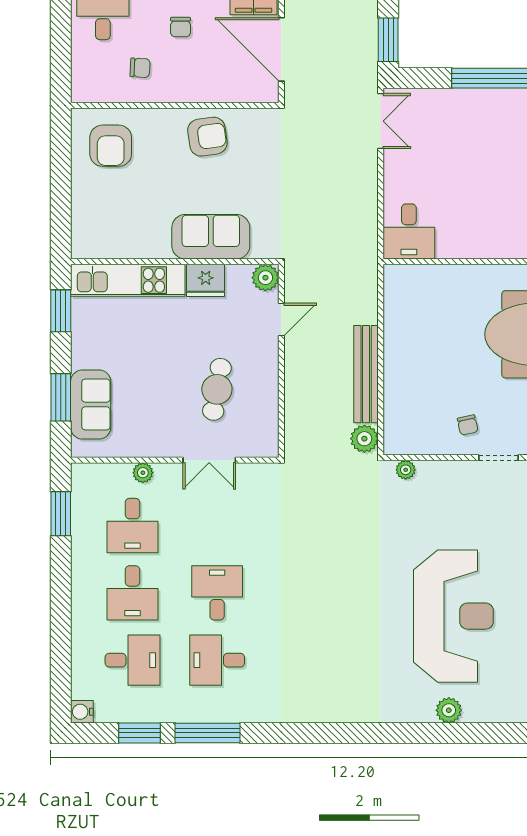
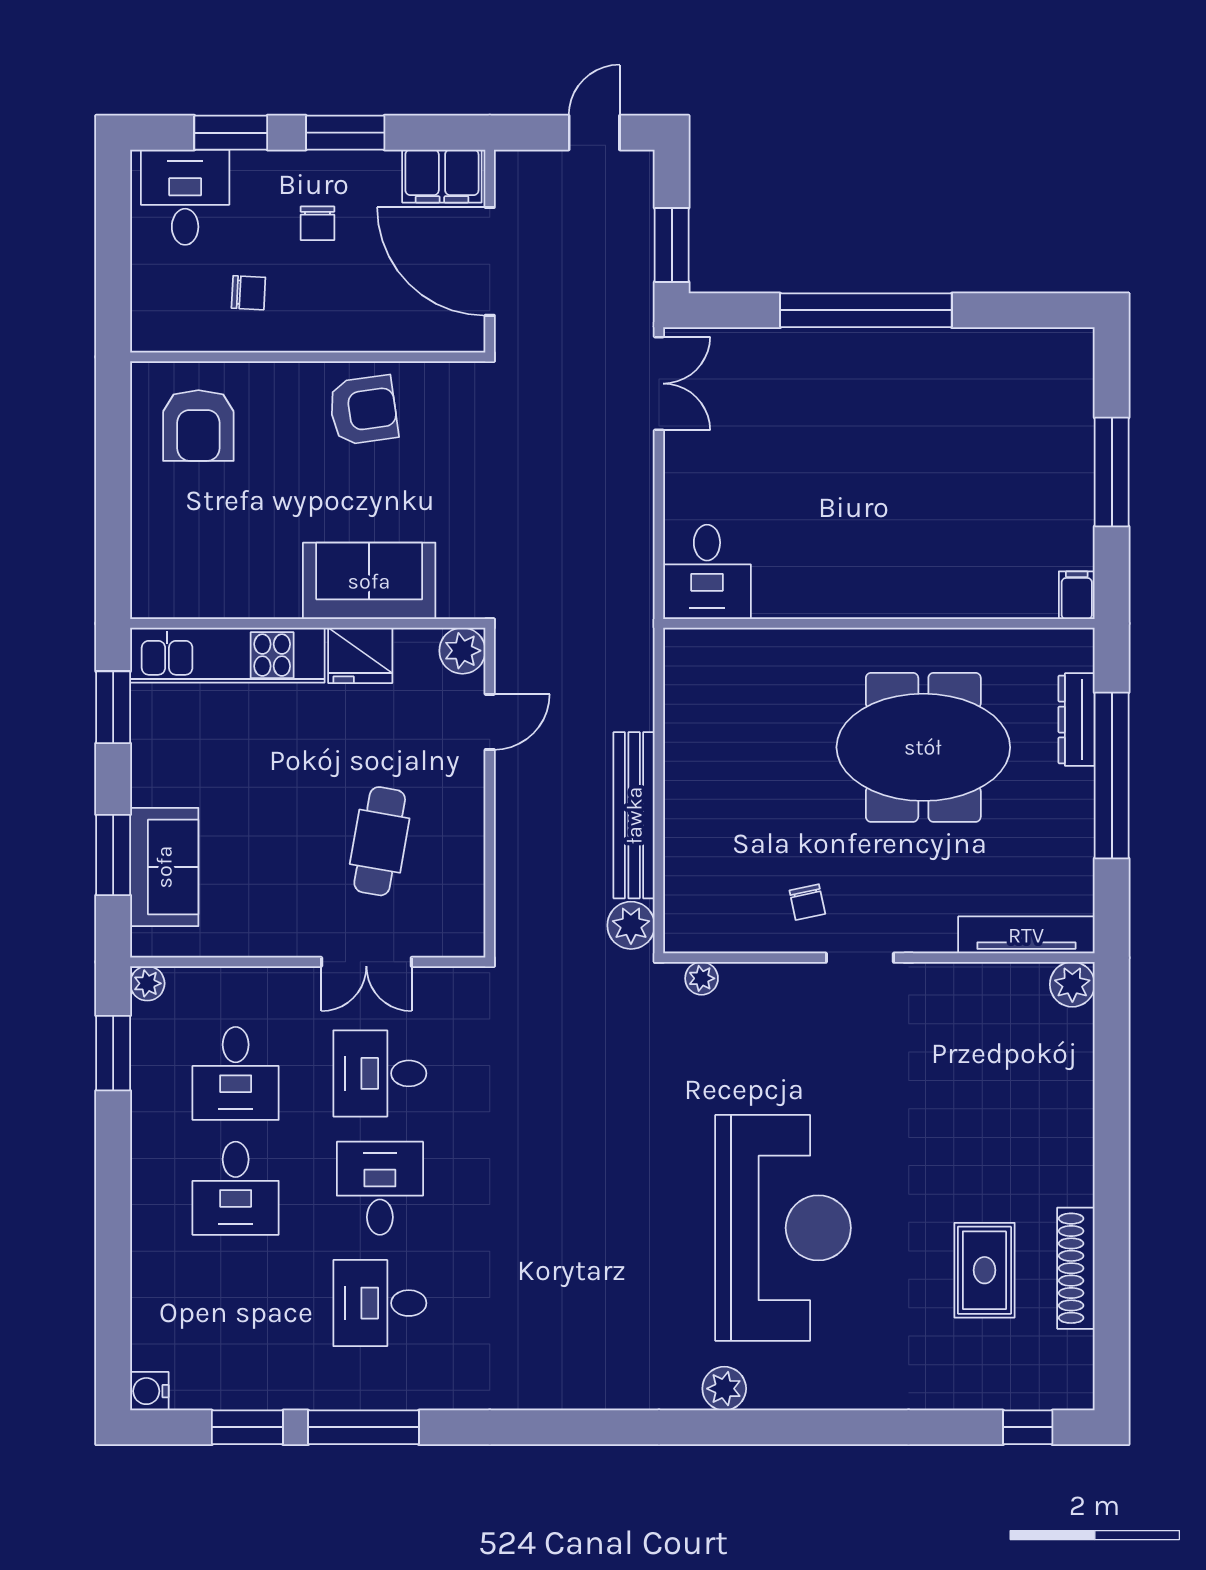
plant: (143, 473) -> (147, 983), moved
desk: (132, 660) -> (380, 1073), moved, turned 180
plant: (449, 710) -> (724, 1389), moved

